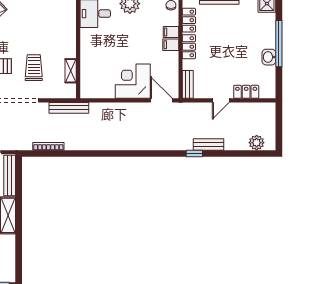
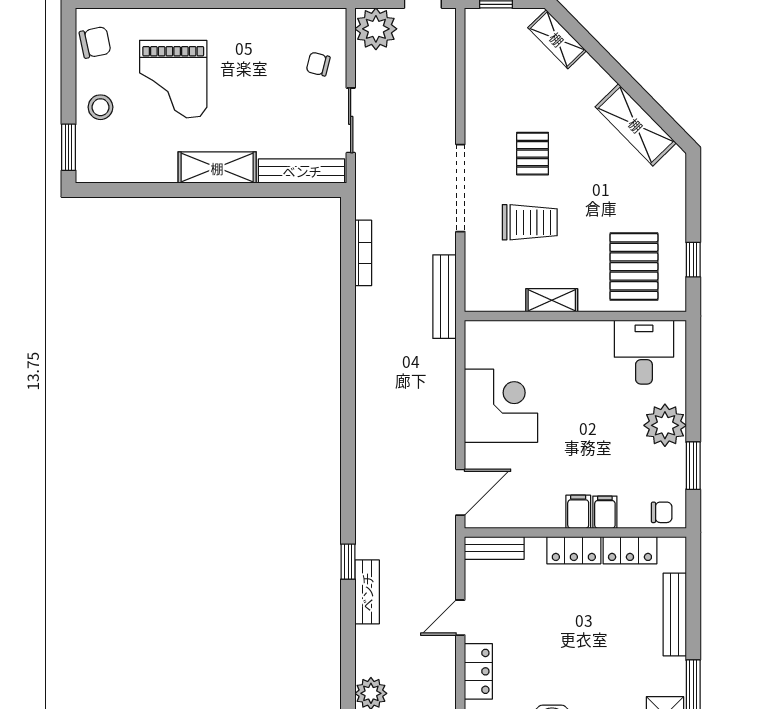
pallet: (55, 18) -> (634, 267), added
shelving: (71, 71) -> (552, 300), moved
corner desk: (133, 81) -> (501, 406), moved
door: (221, 100) -> (460, 618), hinge flipped

